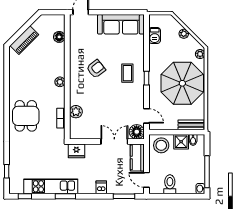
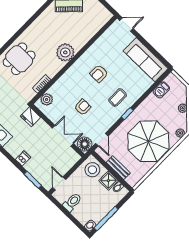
floor lamp: (59, 37) -> (95, 27), removed
armchair: (96, 69) -> (99, 74), turned 128
plant: (60, 82) -> (65, 52), width x1.88, depth x1.88
armchair: (108, 106) -> (83, 107), added
plant: (76, 112) -> (47, 99), moved
bench: (191, 125) -> (118, 168), moved
kitchen counter: (137, 157) -> (68, 162), removed

